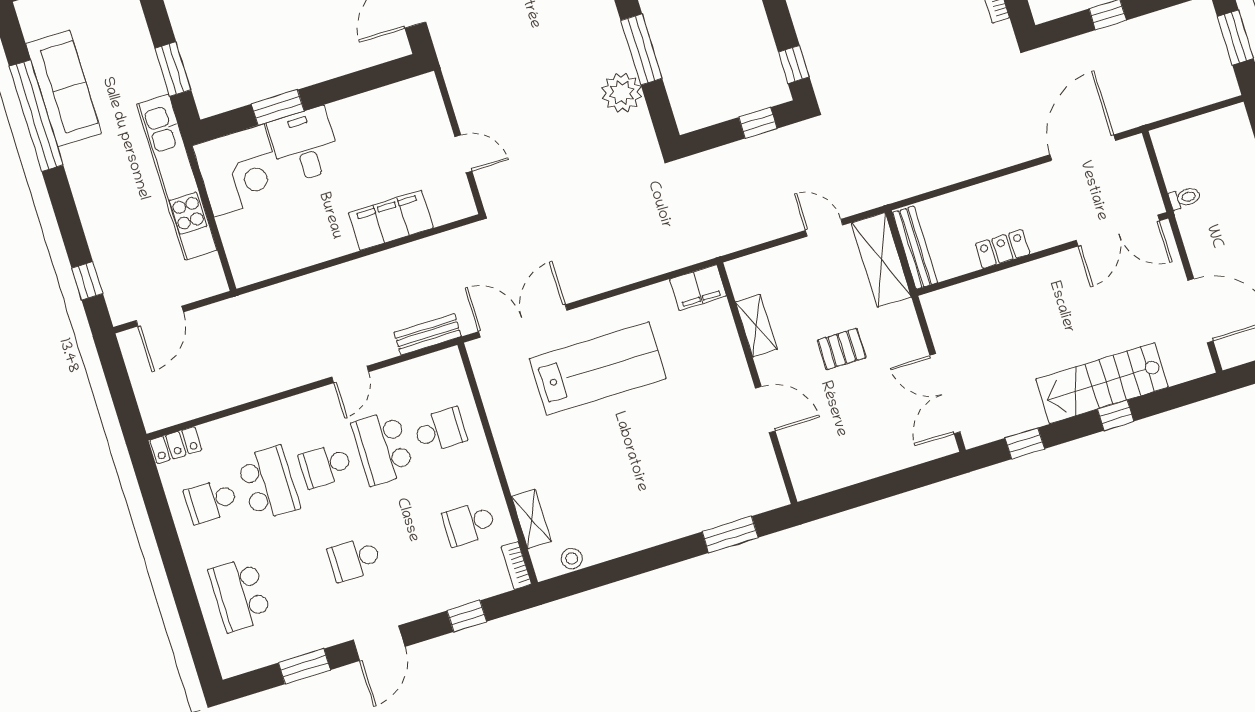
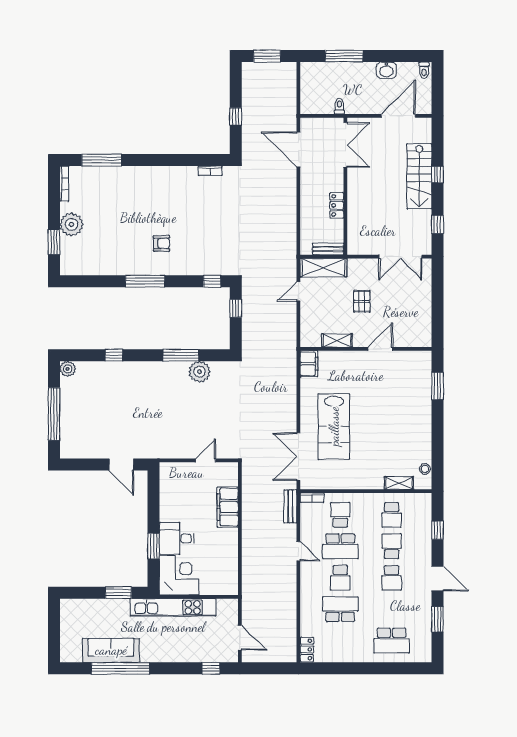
bench: (915, 248) -> (328, 249), width x0.73
lab bench: (598, 369) -> (334, 426), turned 180
school desk: (211, 501) -> (392, 546), moved, turned 180
bookcase: (516, 565) -> (312, 498), moved

